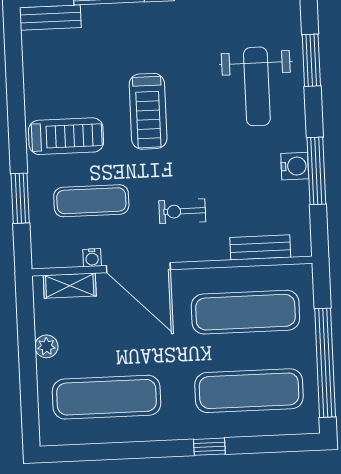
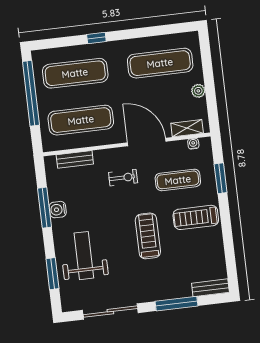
water cooler: (92, 258) -> (193, 144), moved

